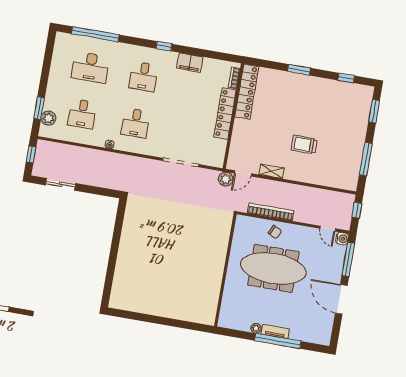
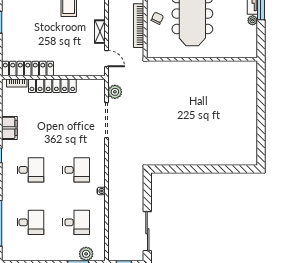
desk: (90, 67) -> (30, 222), width x0.73
plant: (226, 179) -> (115, 92), moved
sliding door: (61, 184) -> (147, 231), width x1.37

